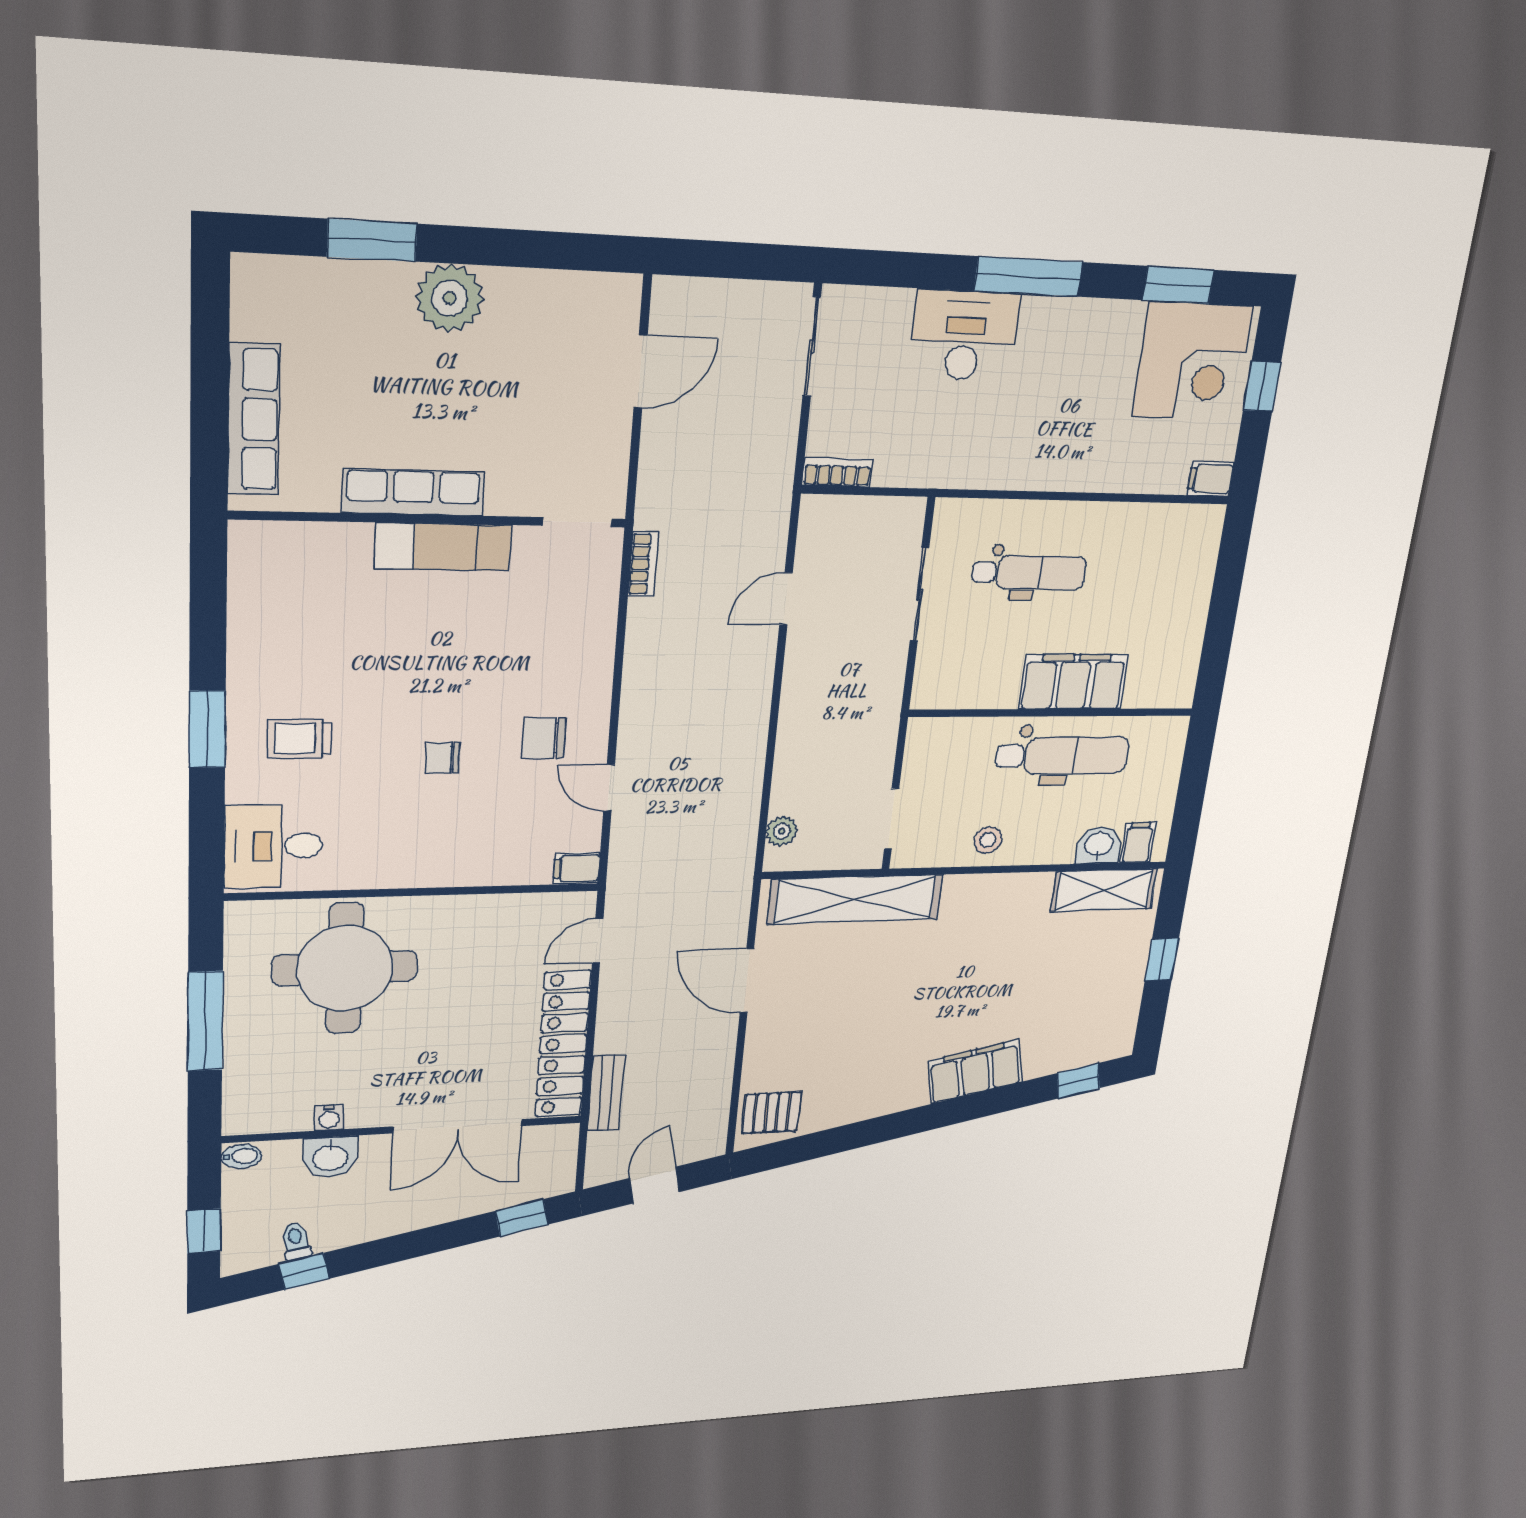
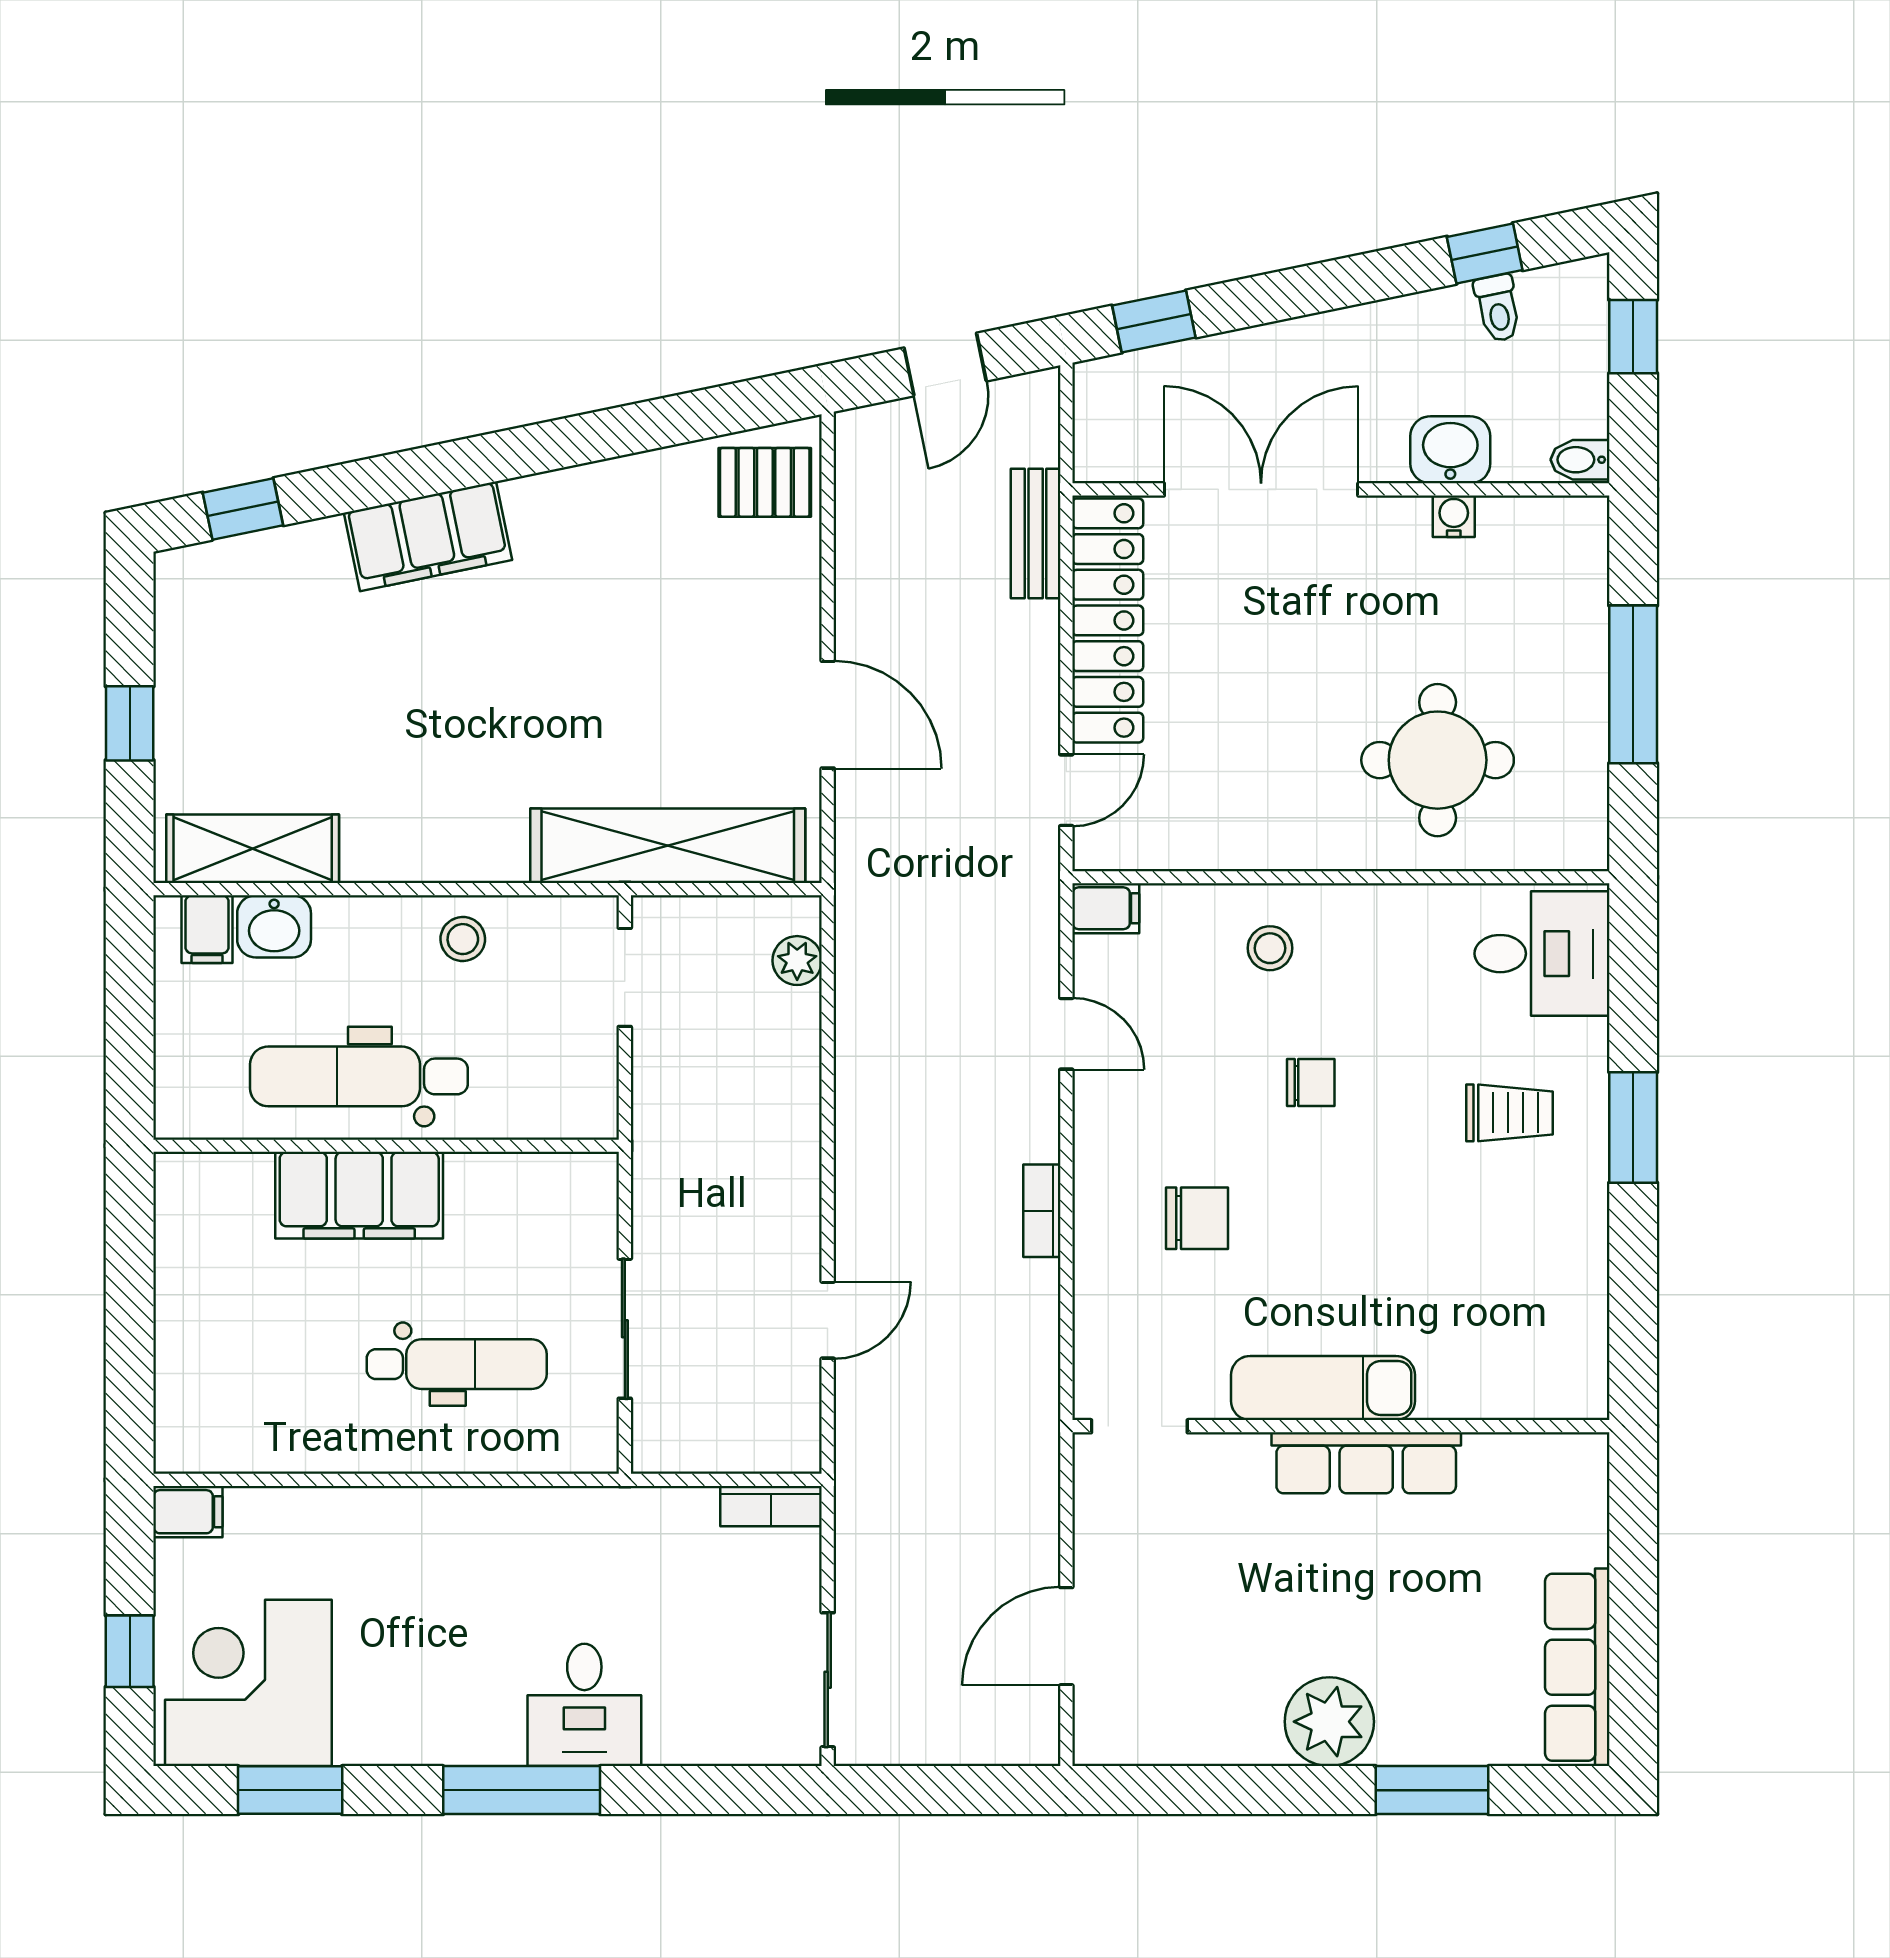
desk: (965, 335) -> (584, 1705), width x0.73
row of seats: (254, 419) -> (1577, 1667), moved
bookcase: (643, 564) -> (1042, 1211), moved
dental chair: (1029, 573) -> (457, 1364), turned 180
chair: (544, 738) -> (1197, 1218), moved
stool: (466, 845) -> (1270, 948), added
round table: (345, 968) -> (1438, 760), width x0.73, depth x0.73

